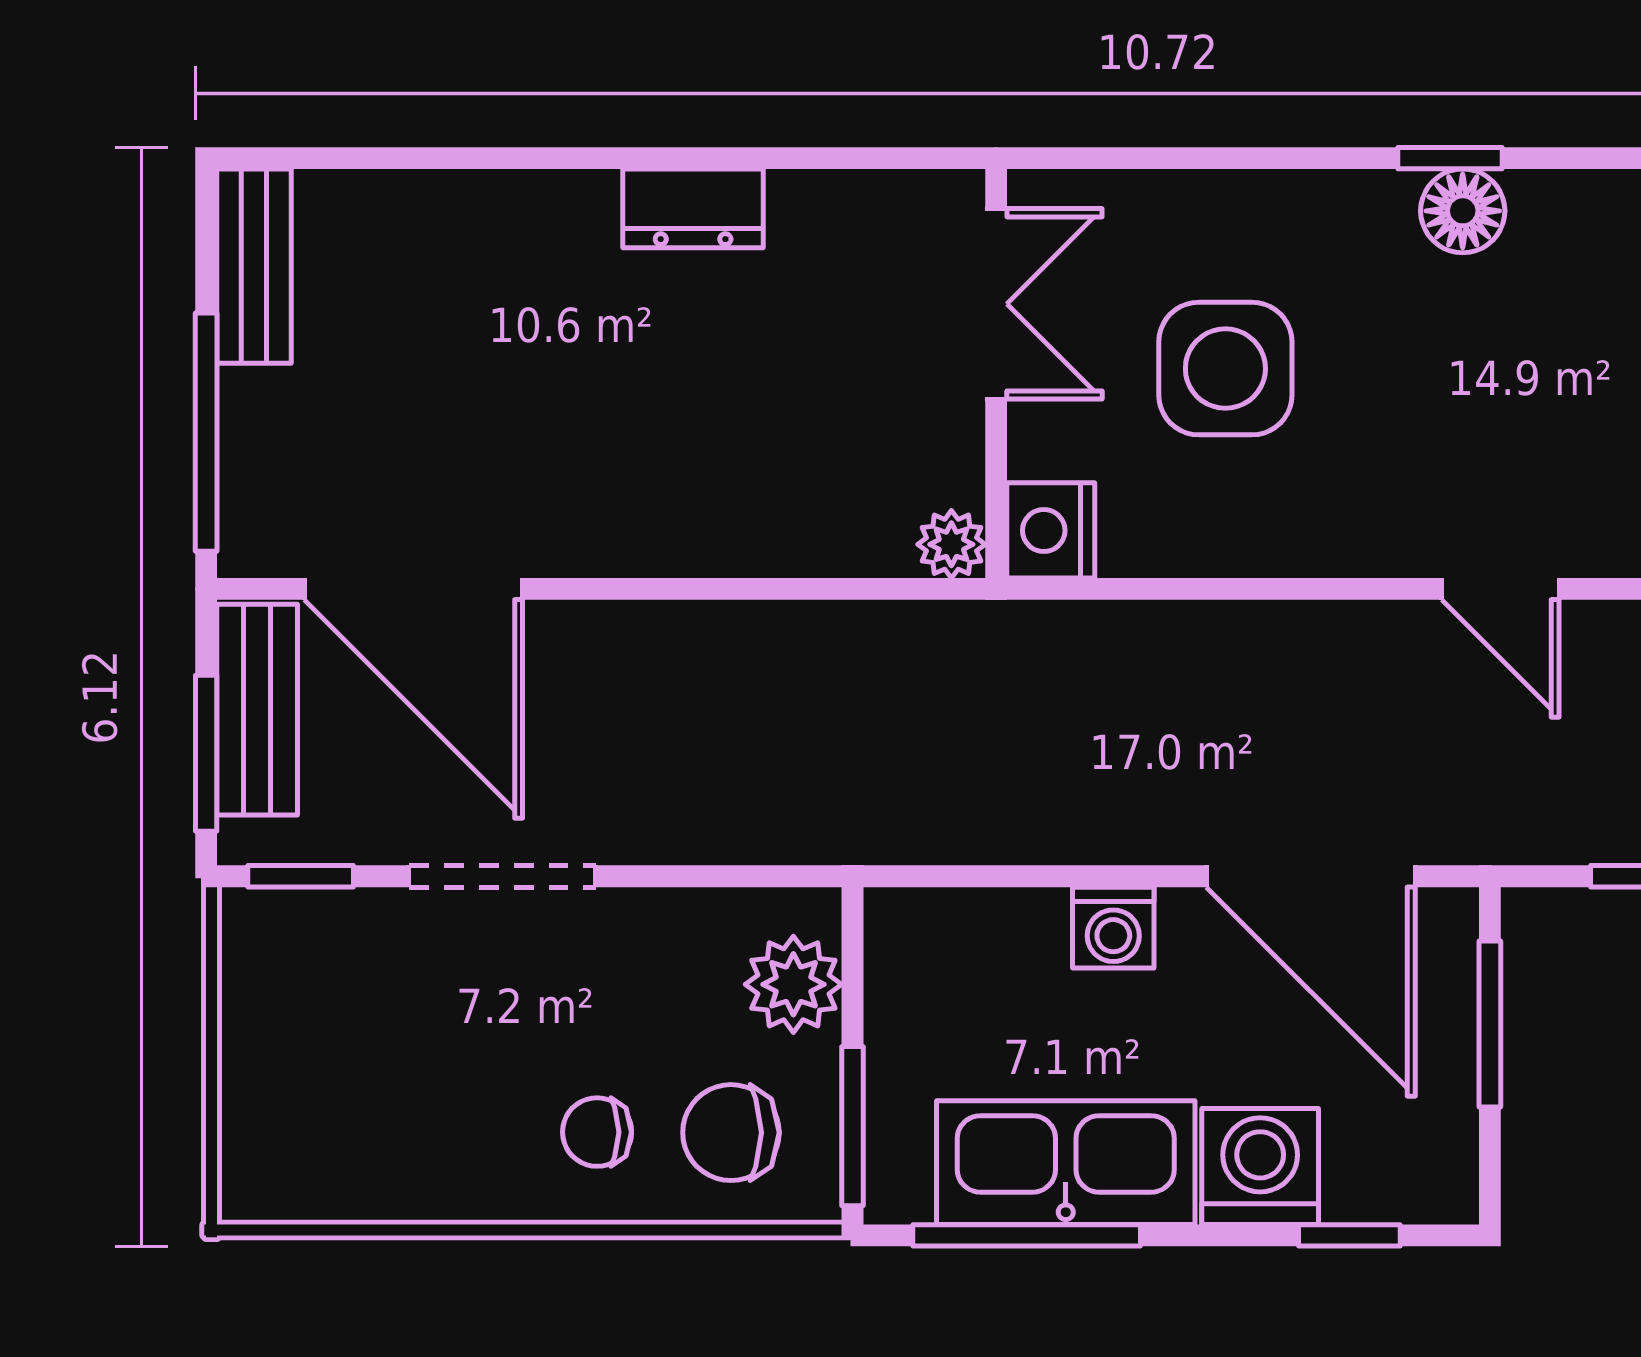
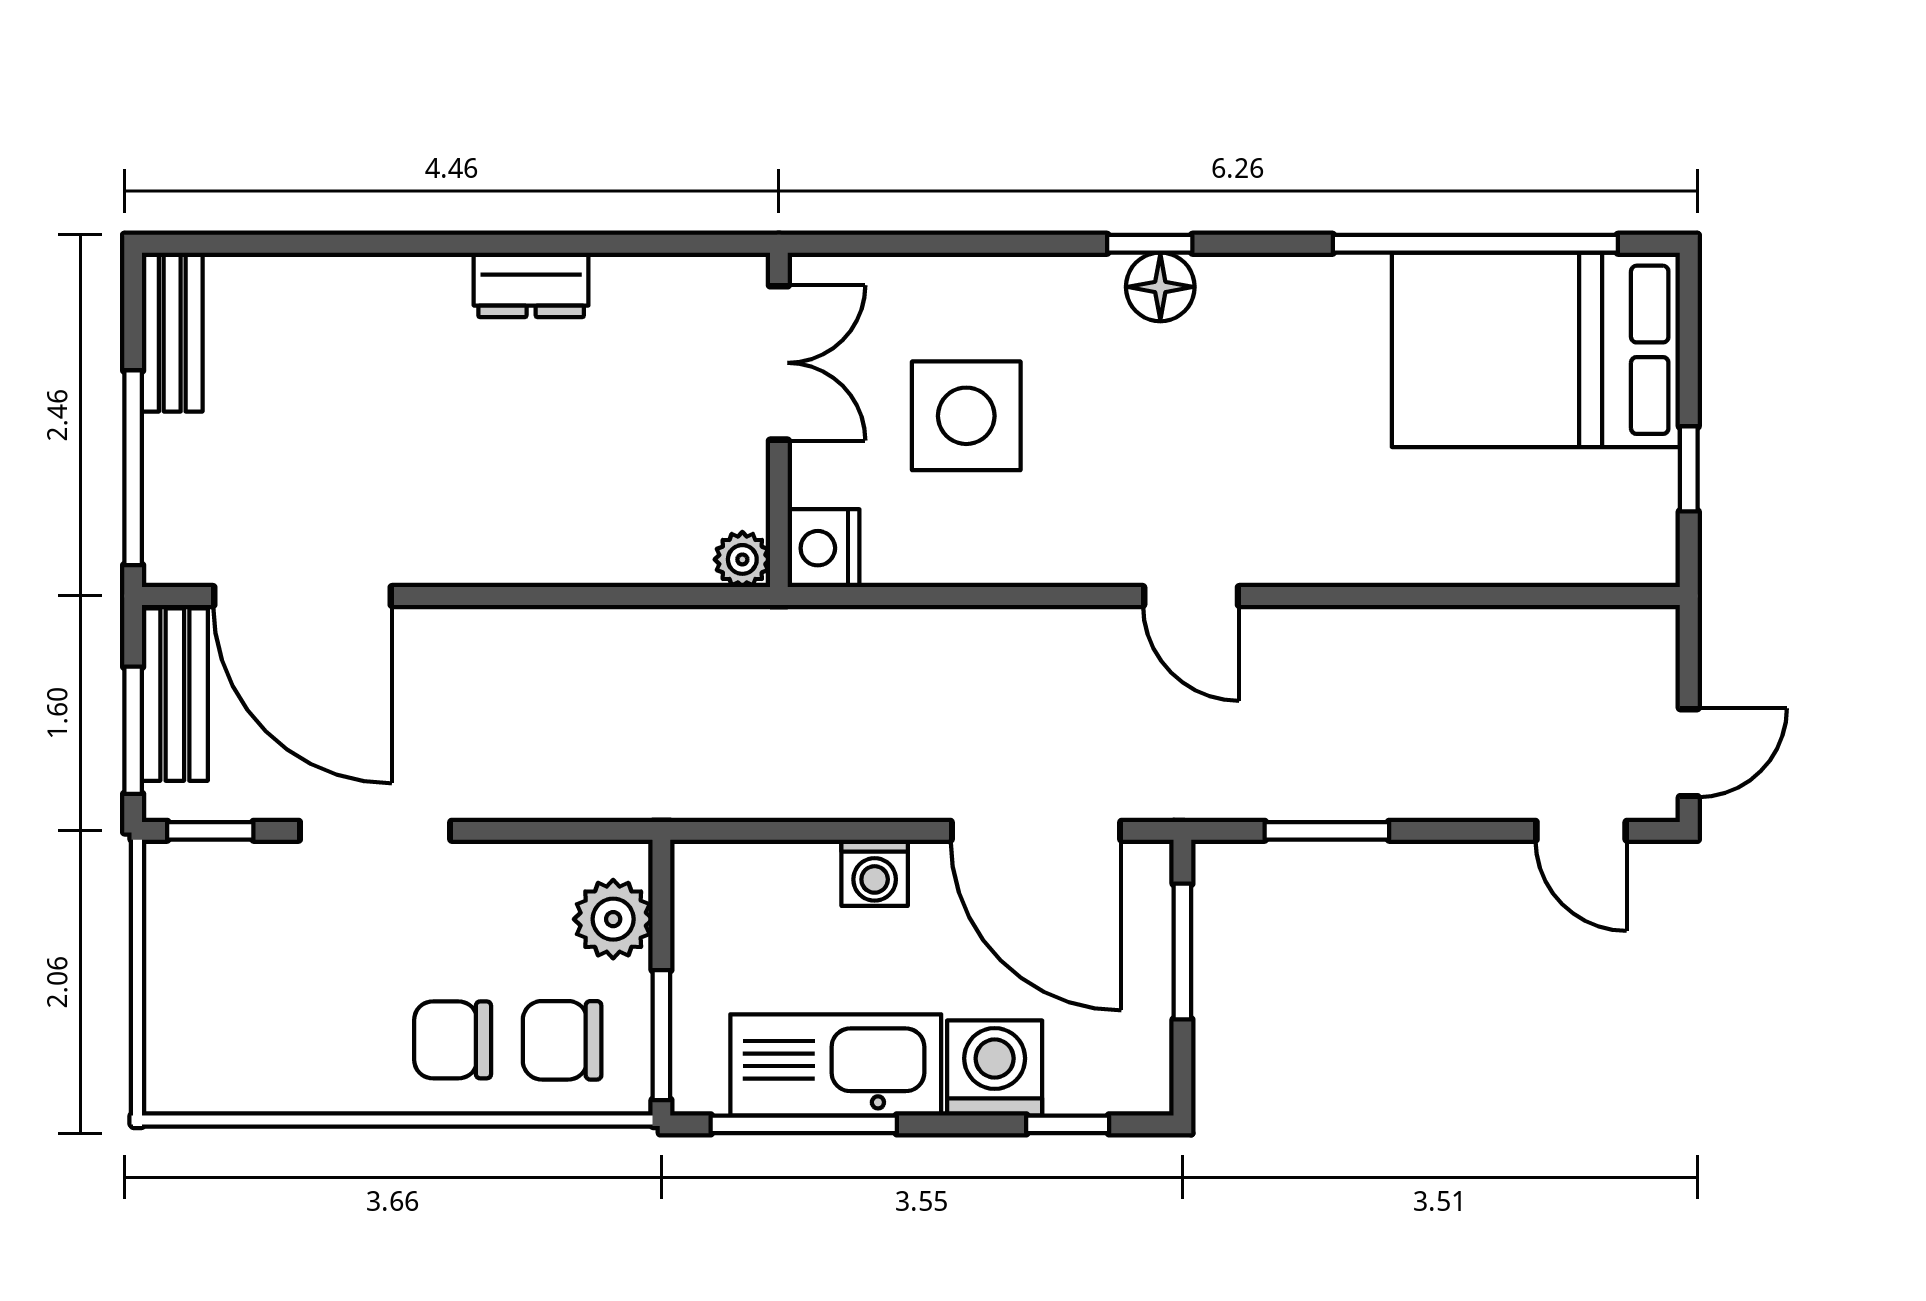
chair: (597, 1132) -> (453, 1040), width x1.37, depth x1.37

